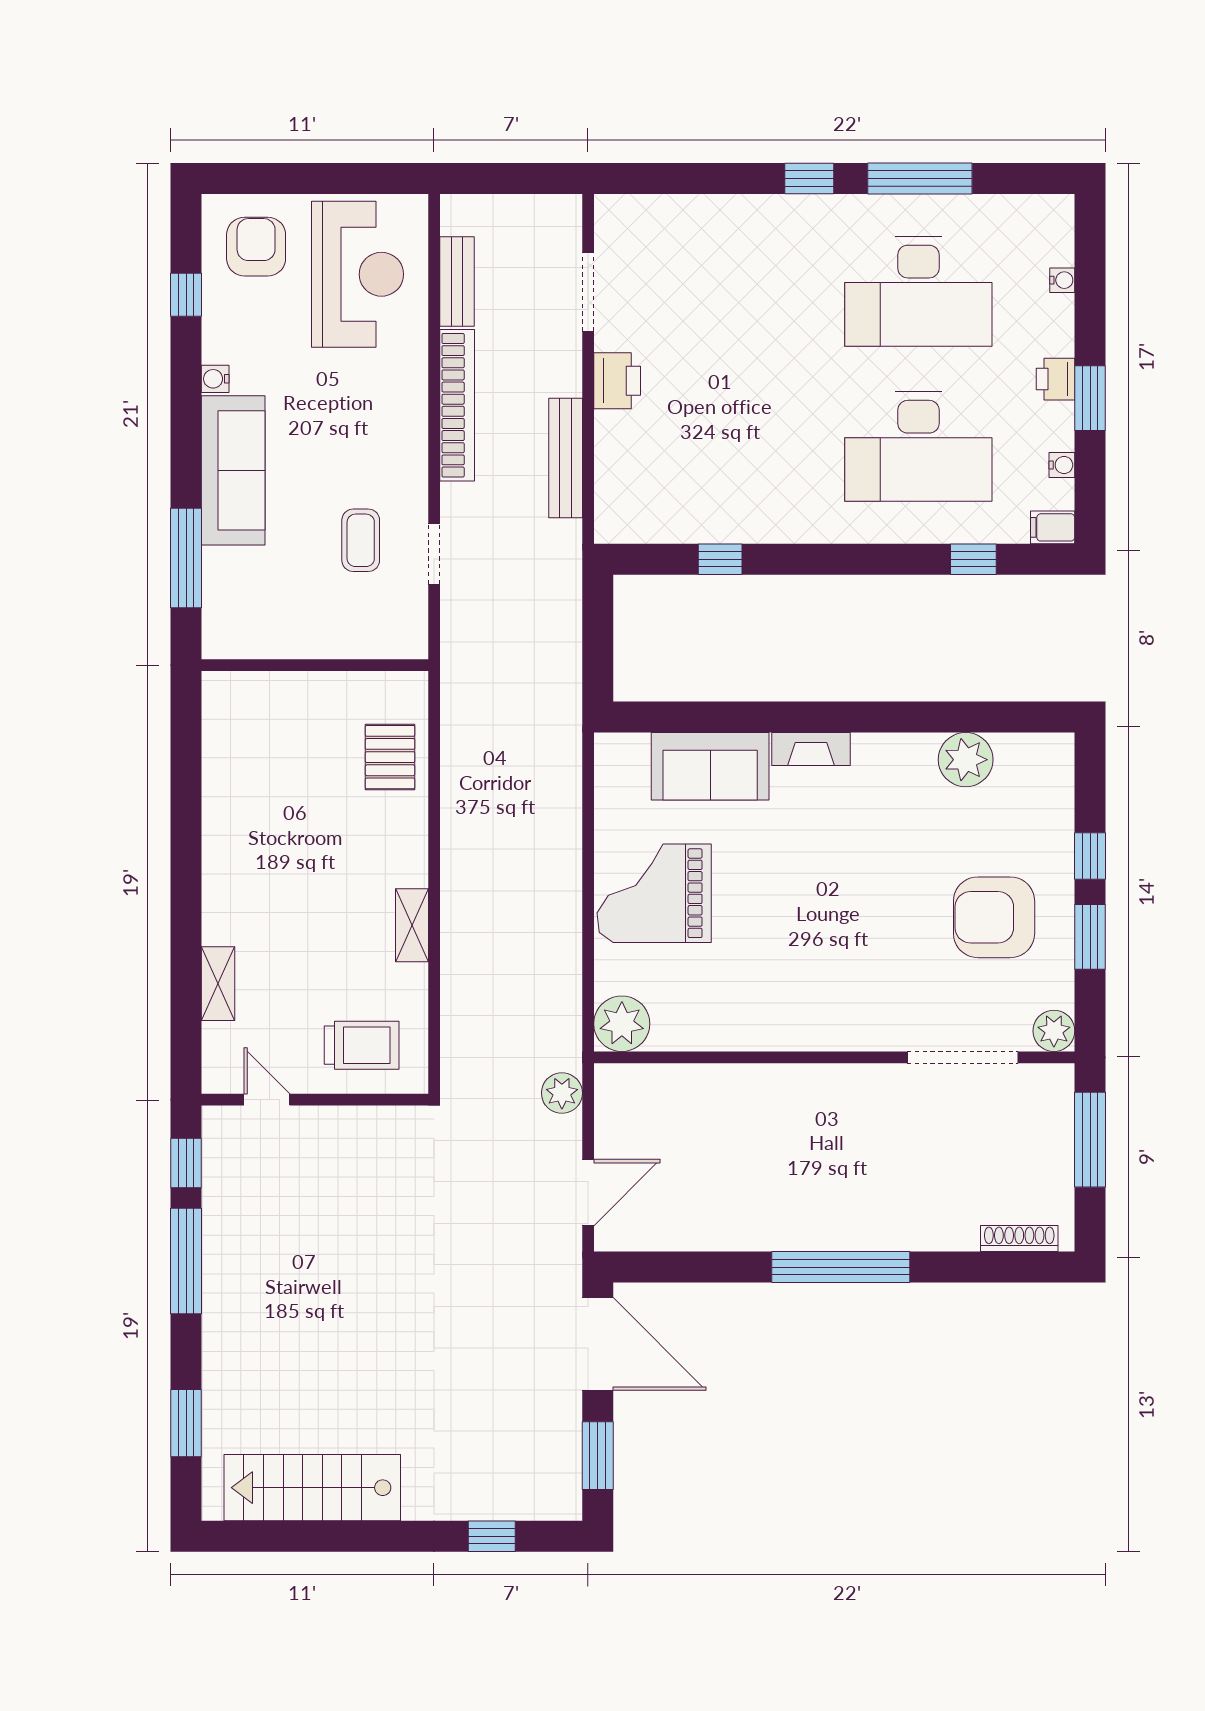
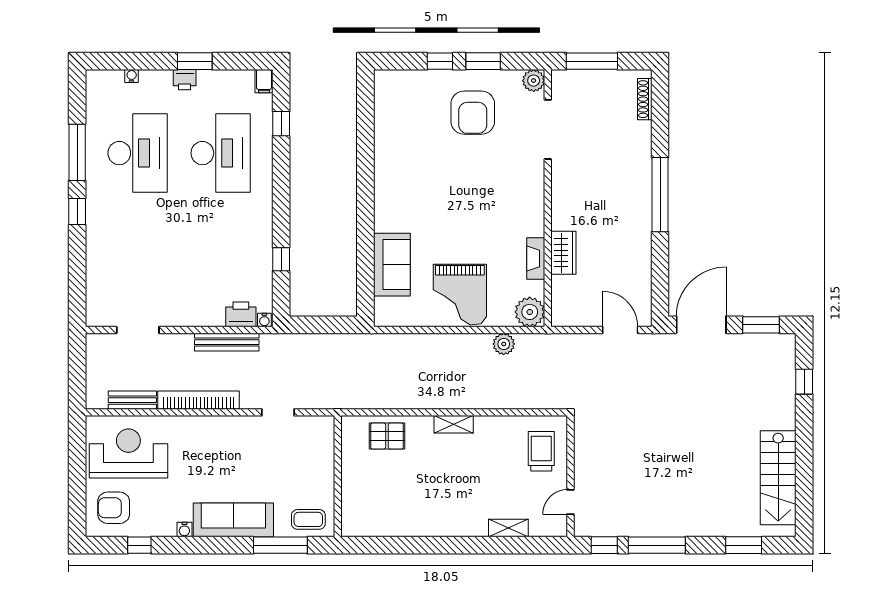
printer: (617, 381) -> (241, 314), moved
water cooler: (1062, 465) -> (264, 320), moved, turned 180
coffee table: (361, 540) -> (308, 519), moved
fireplace: (811, 749) -> (536, 259), moved, turned 180
plant: (966, 760) -> (388, 128), removed
shelving: (412, 925) -> (454, 424), moved
wardrobe: (732, 1086) -> (563, 253), added
plant: (562, 1093) -> (504, 344), moved

